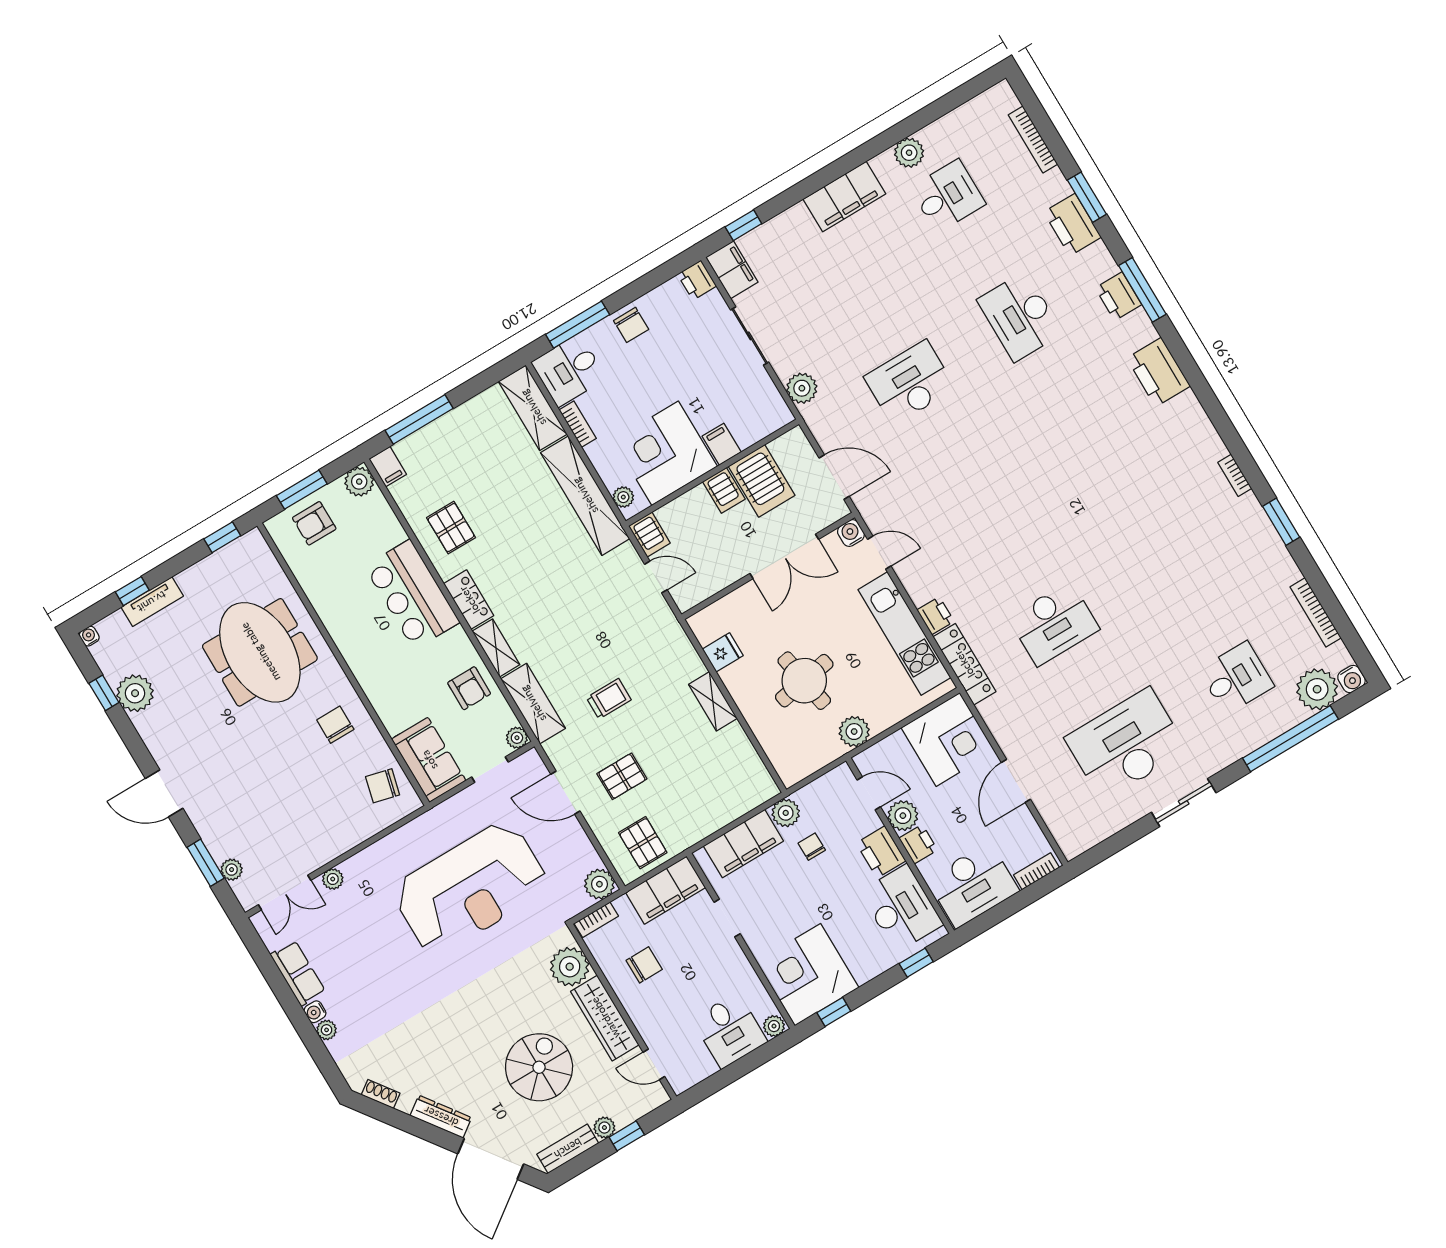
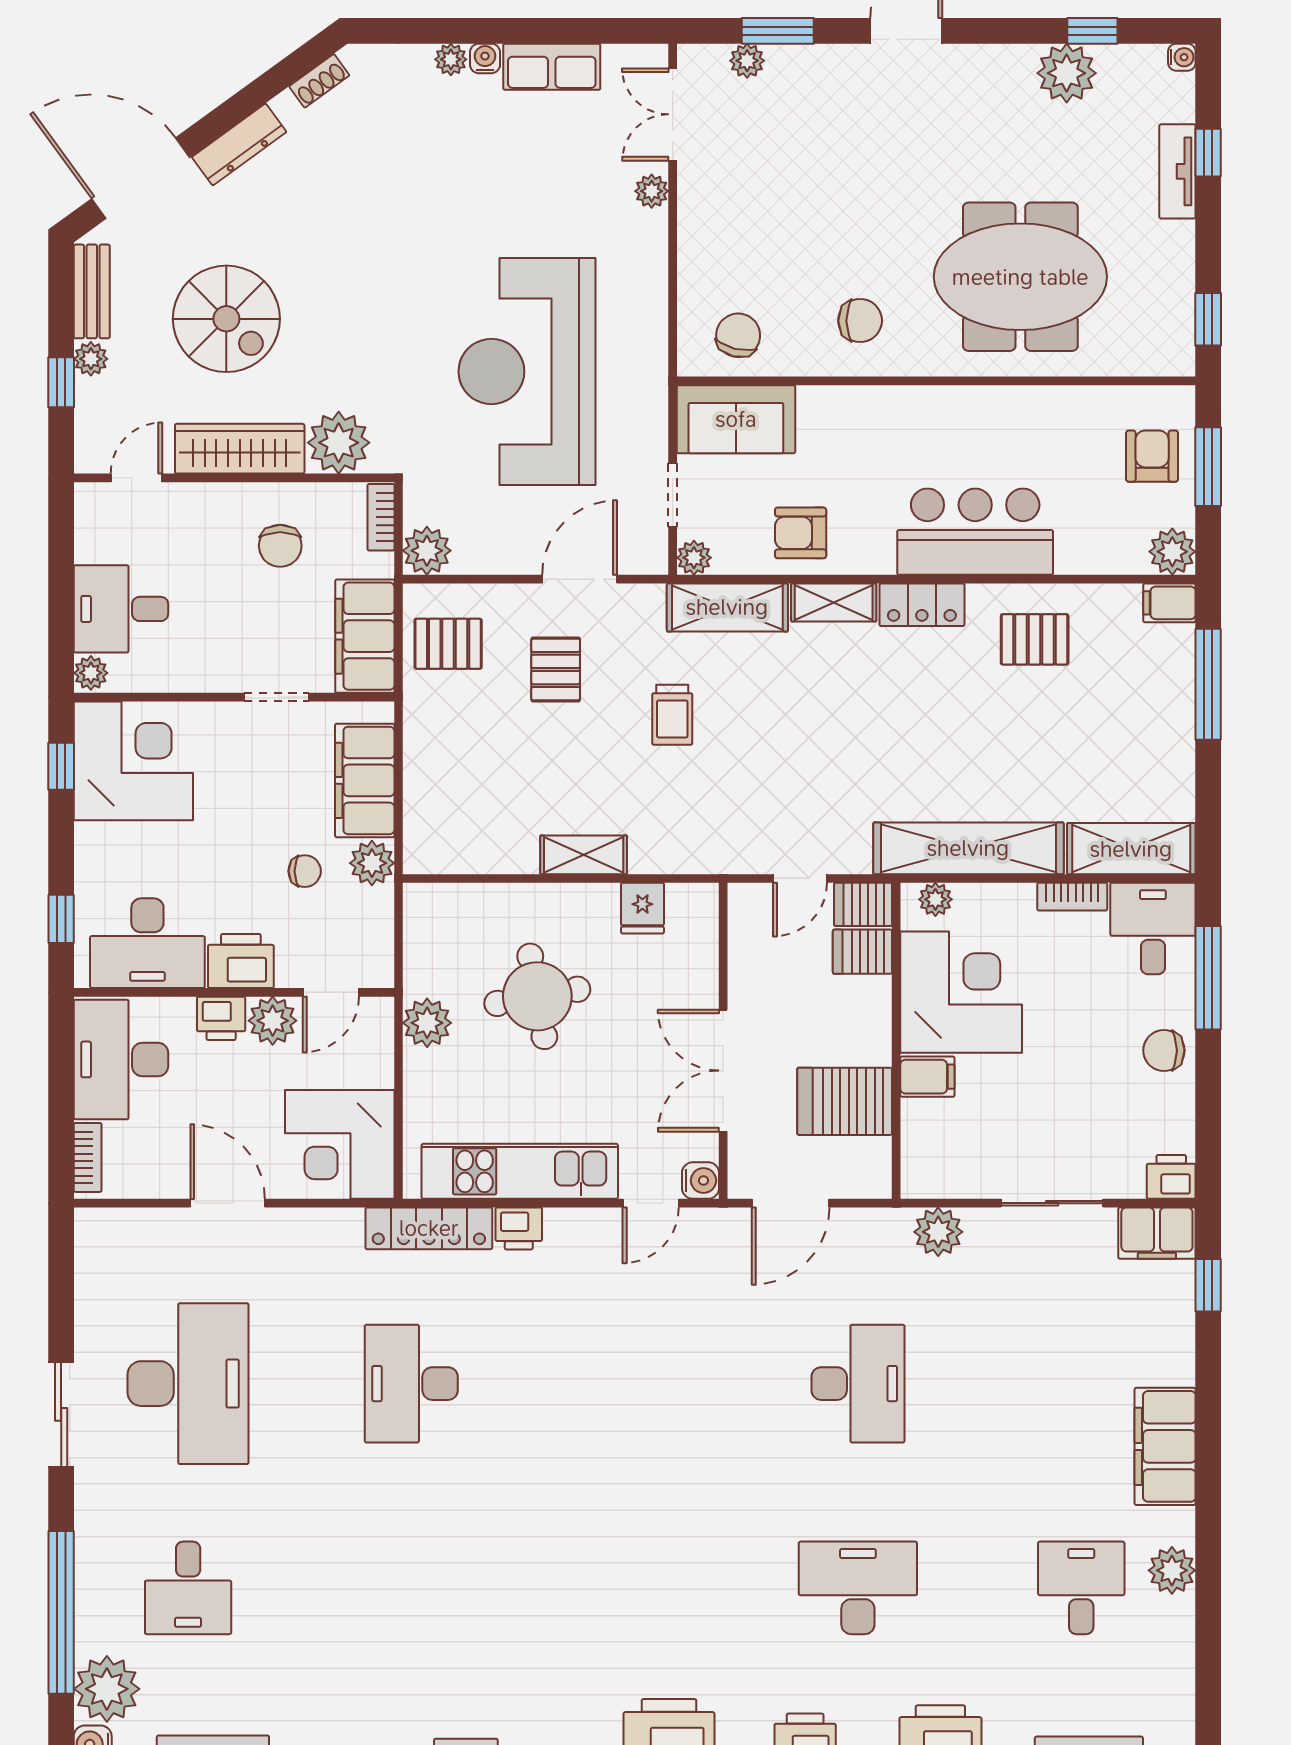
desk: (948, 196) -> (1081, 1588), turned 180
server rack: (724, 490) -> (862, 952), moved

